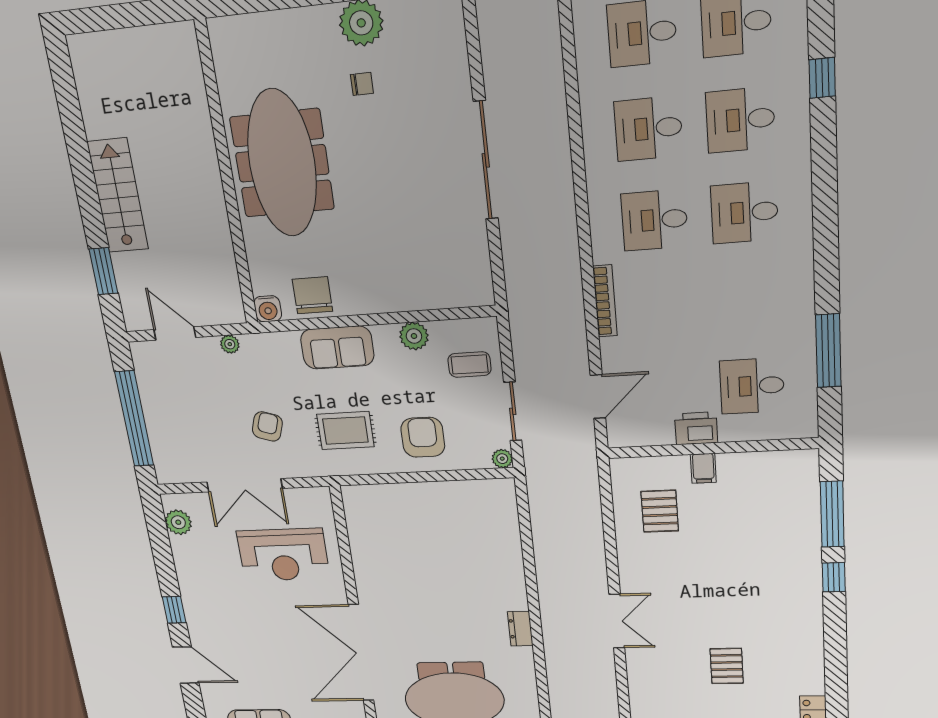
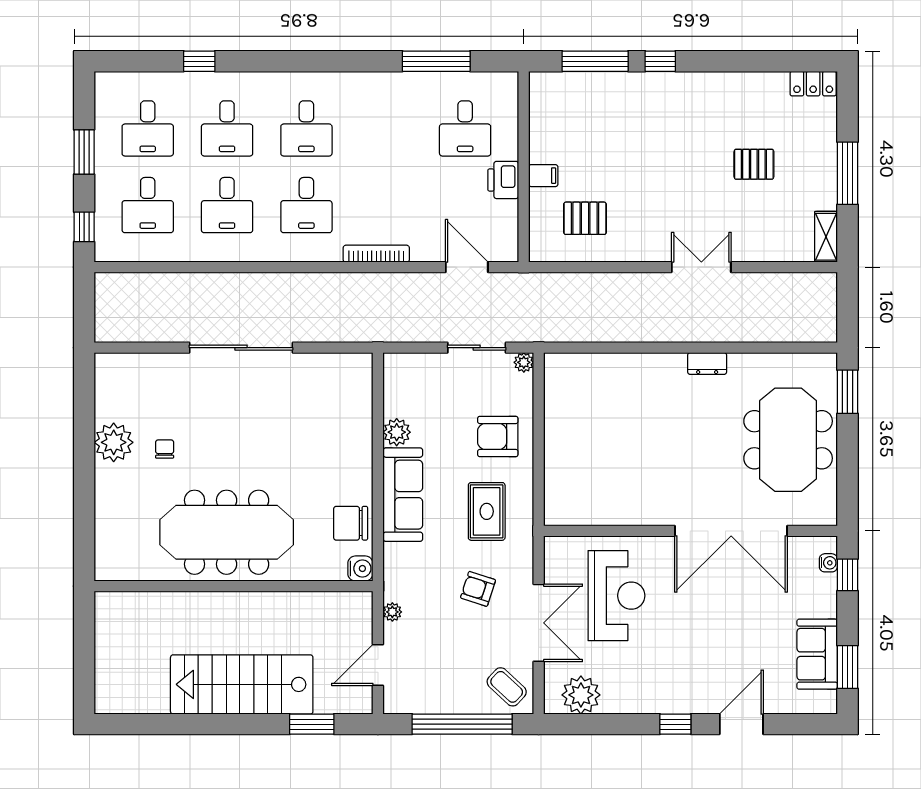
stairs: (118, 196) -> (242, 684), width x1.36, depth x1.51
sofa: (337, 347) -> (403, 495), width x1.36
coffee table: (470, 365) -> (507, 687), moved, turned -47
plant: (178, 522) -> (581, 695), width x1.36, depth x1.36

